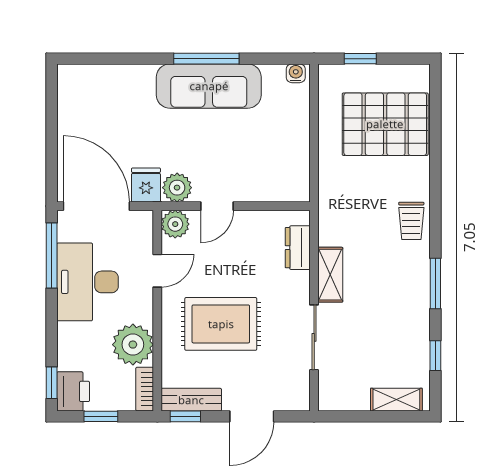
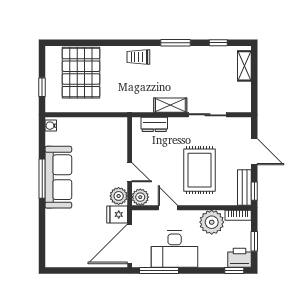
trolley: (411, 221) -> (138, 57), turned 180

